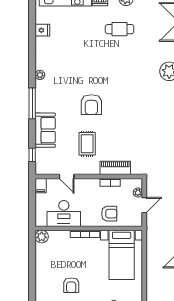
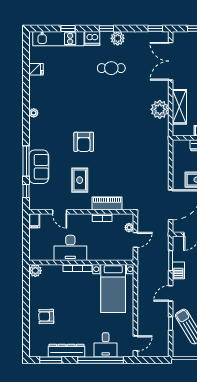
window: (32, 103) -> (26, 161), moved
desk: (64, 213) -> (70, 248), moved
armchair: (109, 214) -> (101, 248), removed
armchair: (71, 285) -> (46, 316), moved, turned 89

